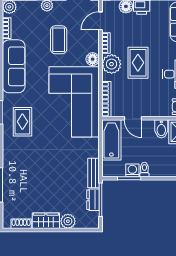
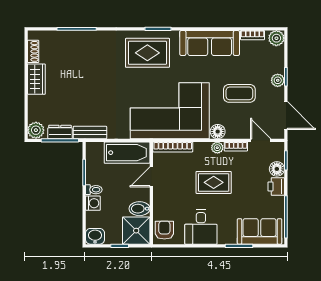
plant: (112, 64) -> (217, 148), width x0.53, depth x0.53
rug: (22, 122) -> (147, 53), width x1.36, depth x1.43
washing machine: (132, 170) -> (93, 203), moved
plant: (68, 221) -> (36, 130), moved

